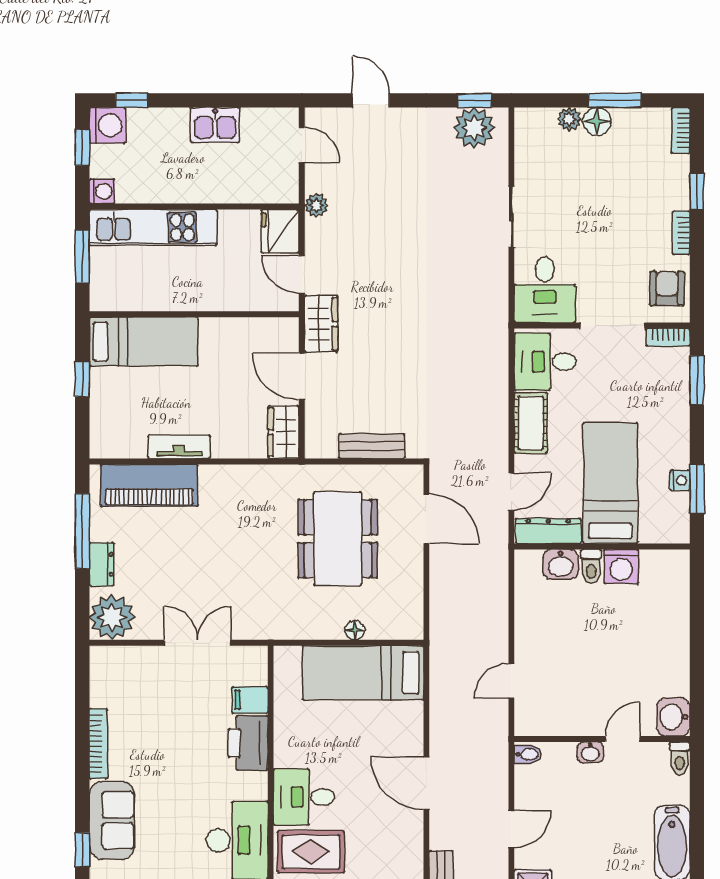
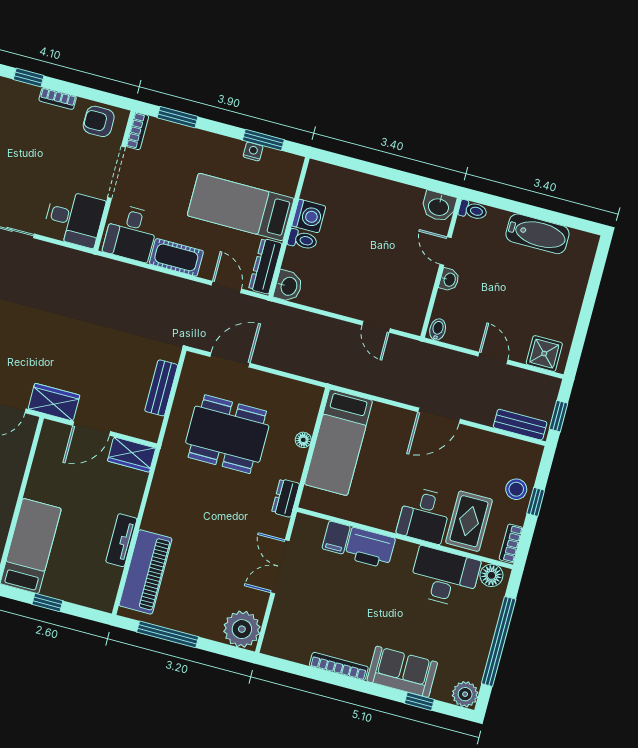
dresser: (102, 564) -> (286, 498), moved, turned -90
washbasin: (561, 564) -> (288, 286), moved

